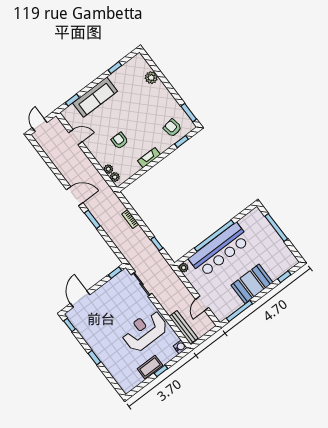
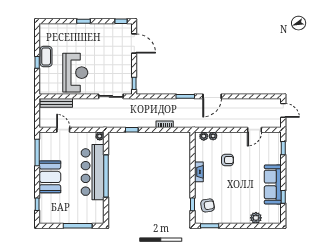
sofa: (95, 97) -> (273, 184), moved
water cooler: (180, 347) -> (44, 90), removed

